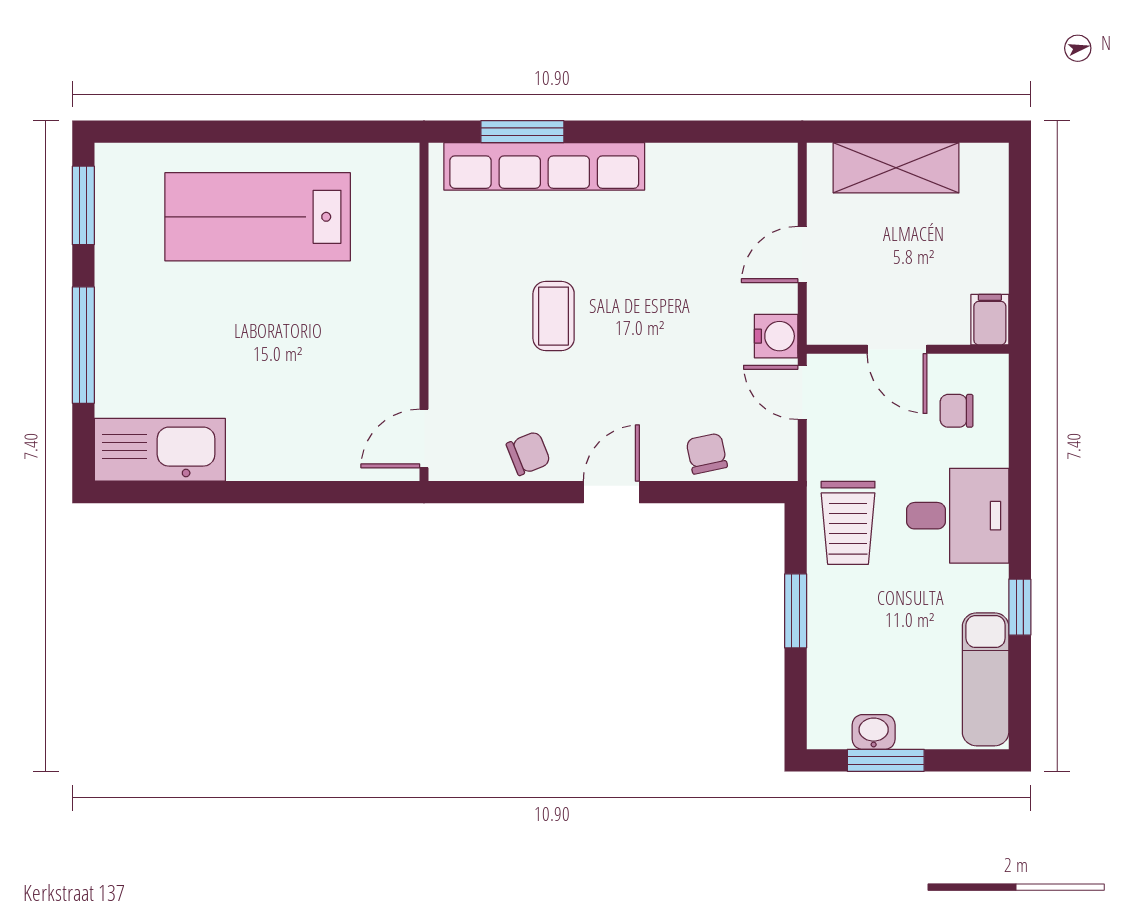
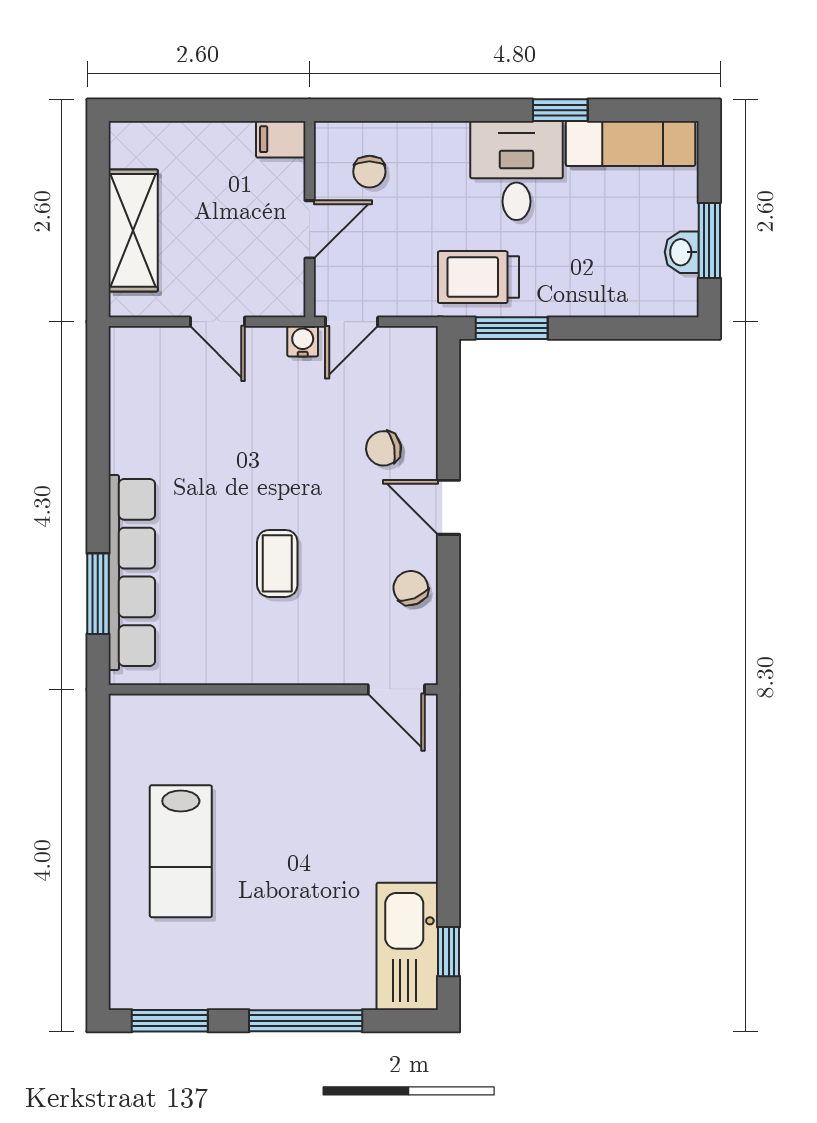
lab bench: (258, 217) -> (181, 851), width x0.73, depth x0.72
coffee table: (554, 316) -> (277, 563), turned 90
water cooler: (776, 336) -> (303, 341), width x0.72, depth x0.72
chair: (707, 454) -> (383, 448), moved
window: (154, 492) -> (449, 952), added
desk: (958, 516) -> (516, 170), moved
trolley: (848, 523) -> (478, 277), turned 180
window: (796, 611) -> (512, 328), moved

